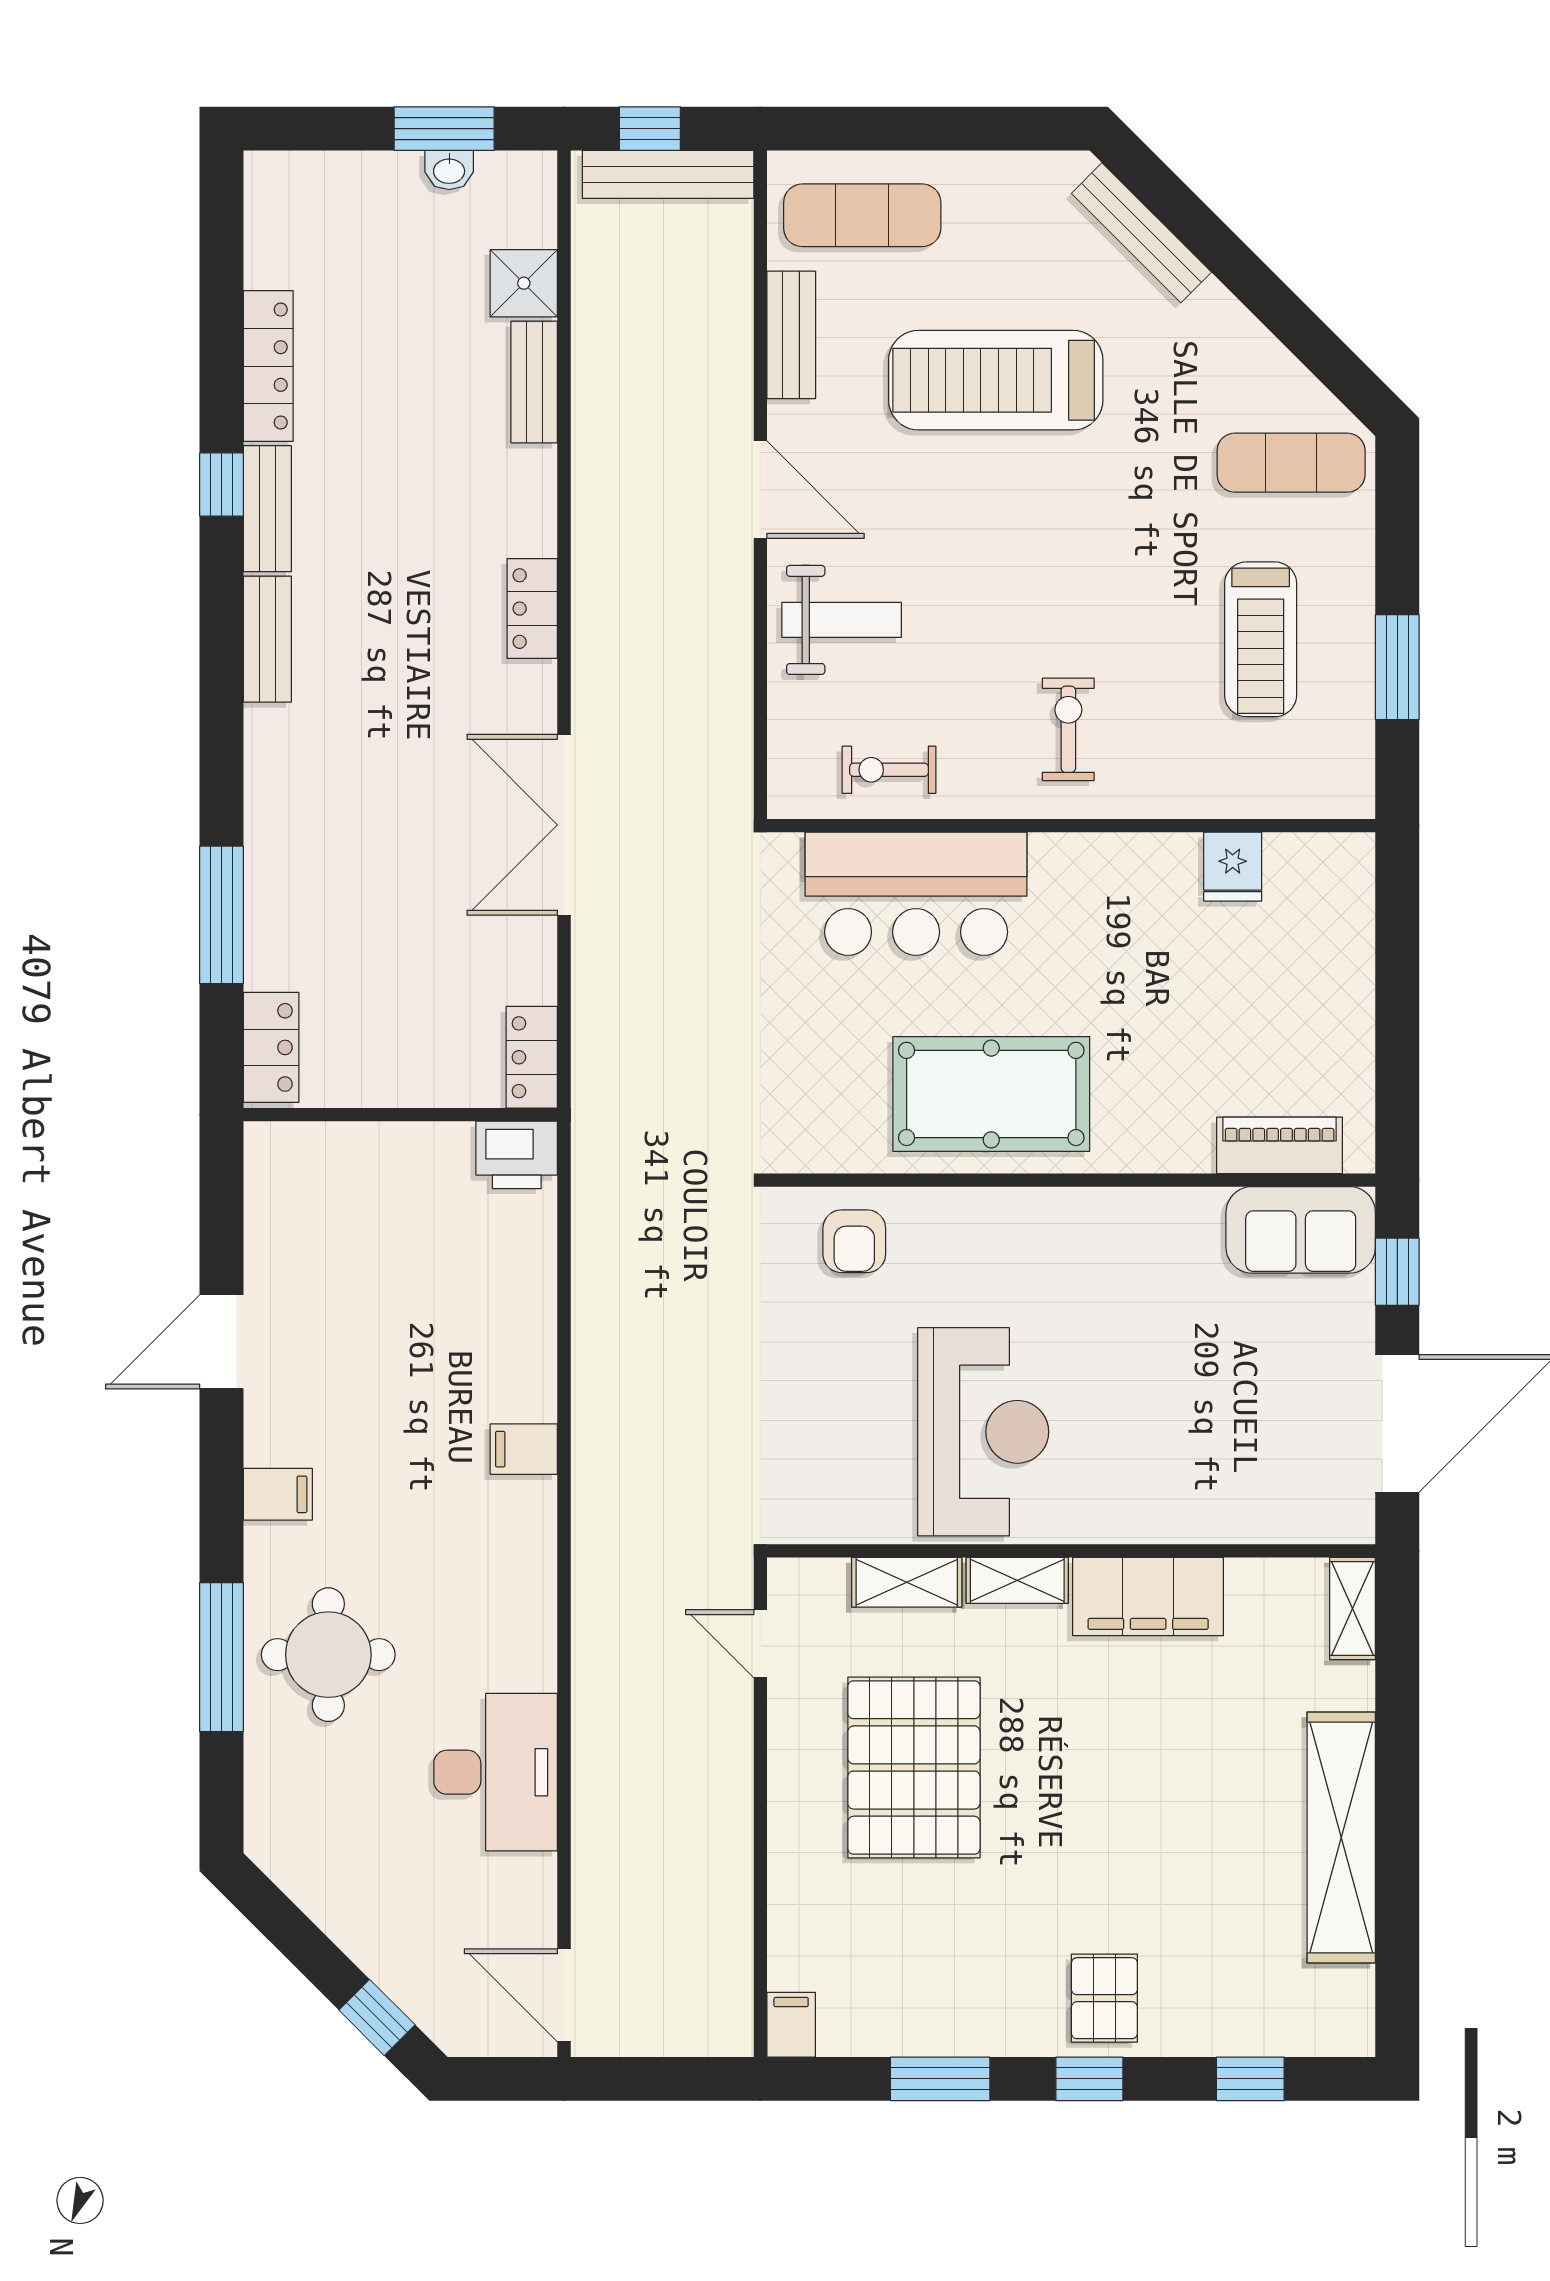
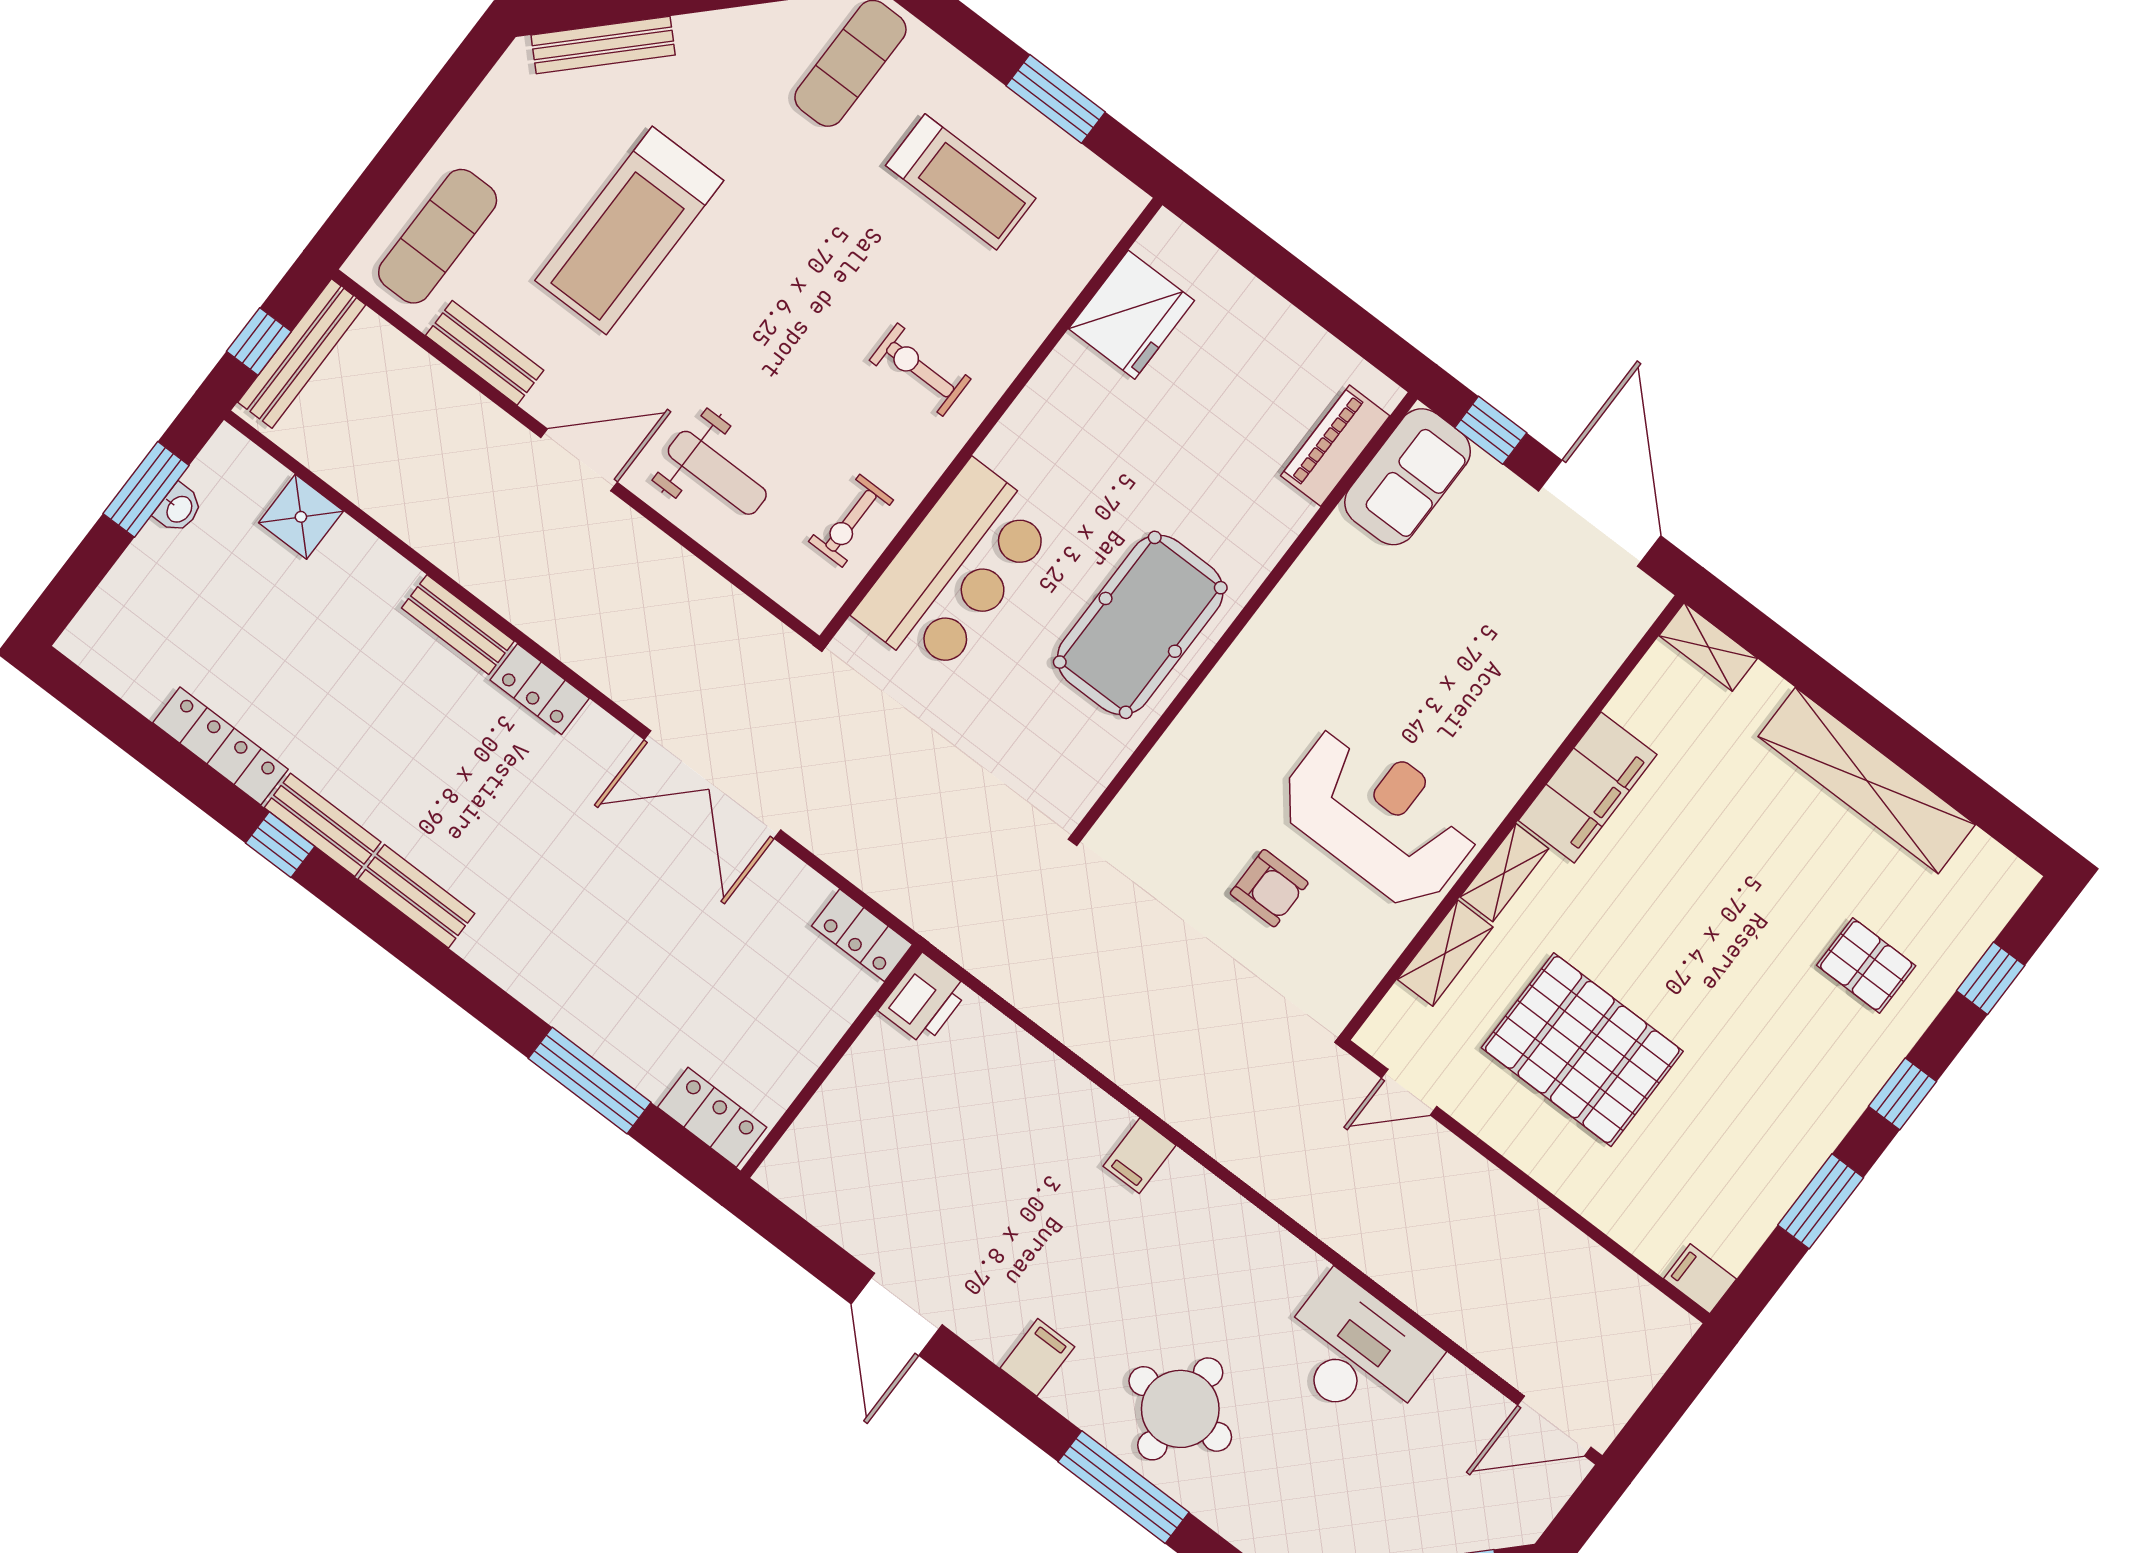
bench: (534, 382) -> (458, 625), moved
weight bench: (842, 620) -> (717, 473), turned 90
fridge: (1233, 867) -> (1132, 315), width x1.88, depth x1.34
armchair: (854, 1241) -> (1269, 888), moved
pallet: (1104, 1998) -> (1866, 965), moved

